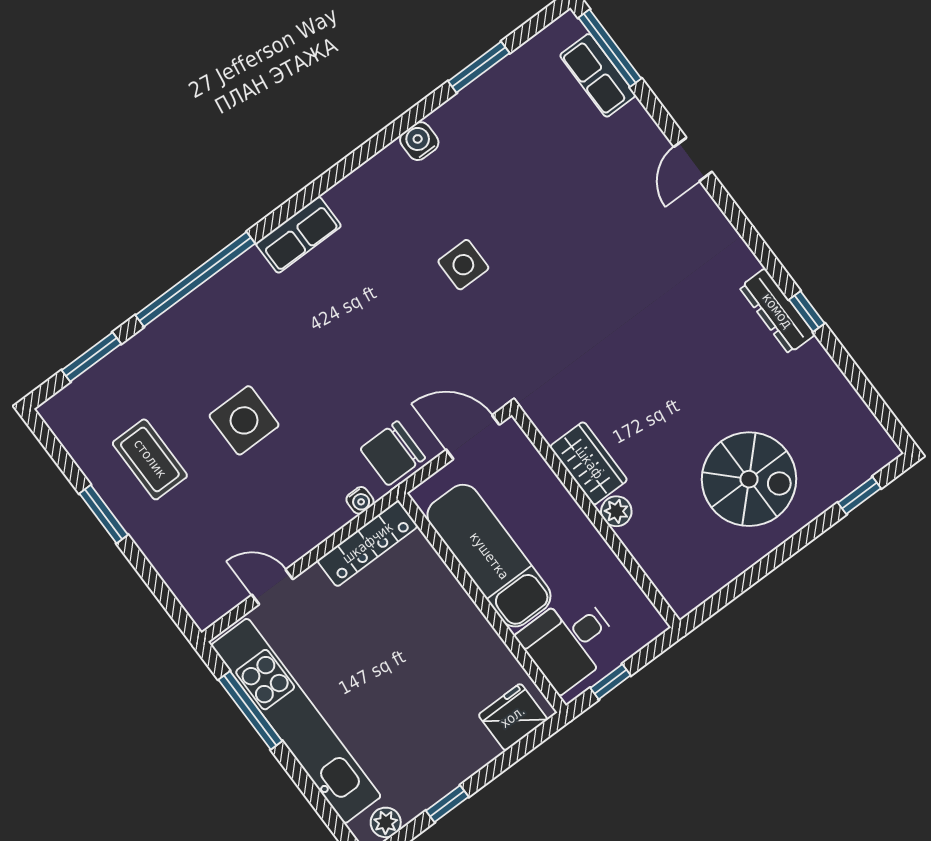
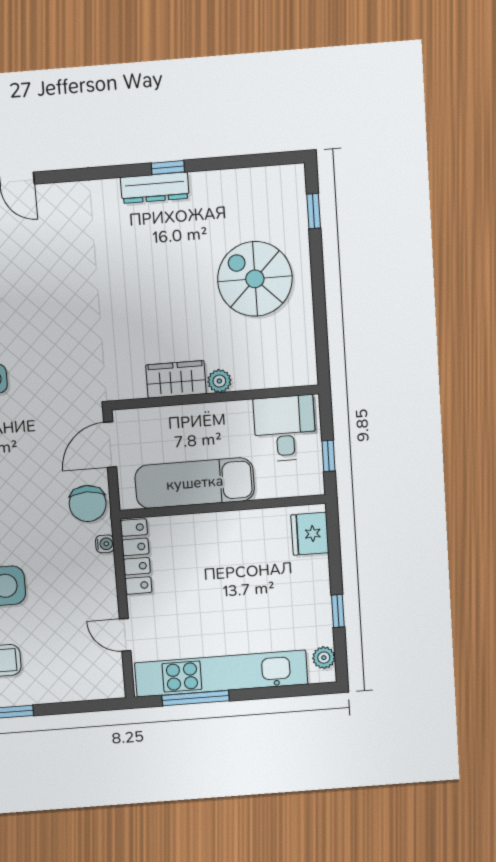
spiral stairs: (749, 479) -> (255, 279), turned -90
door: (272, 587) -> (125, 635), hinge flipped
desk: (569, 642) -> (285, 428), moved, turned 180

